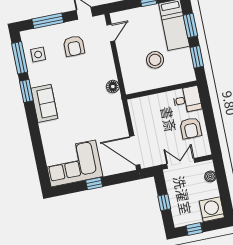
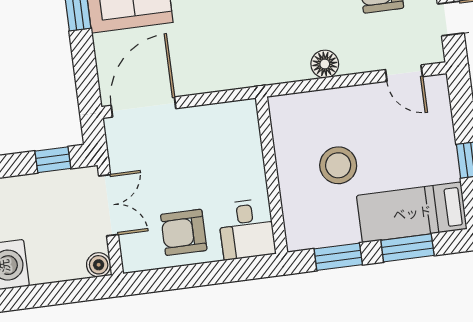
floor lamp: (113, 87) -> (325, 64), moved
boiler: (210, 176) -> (99, 265), moved
window: (164, 202) -> (53, 160), moved

